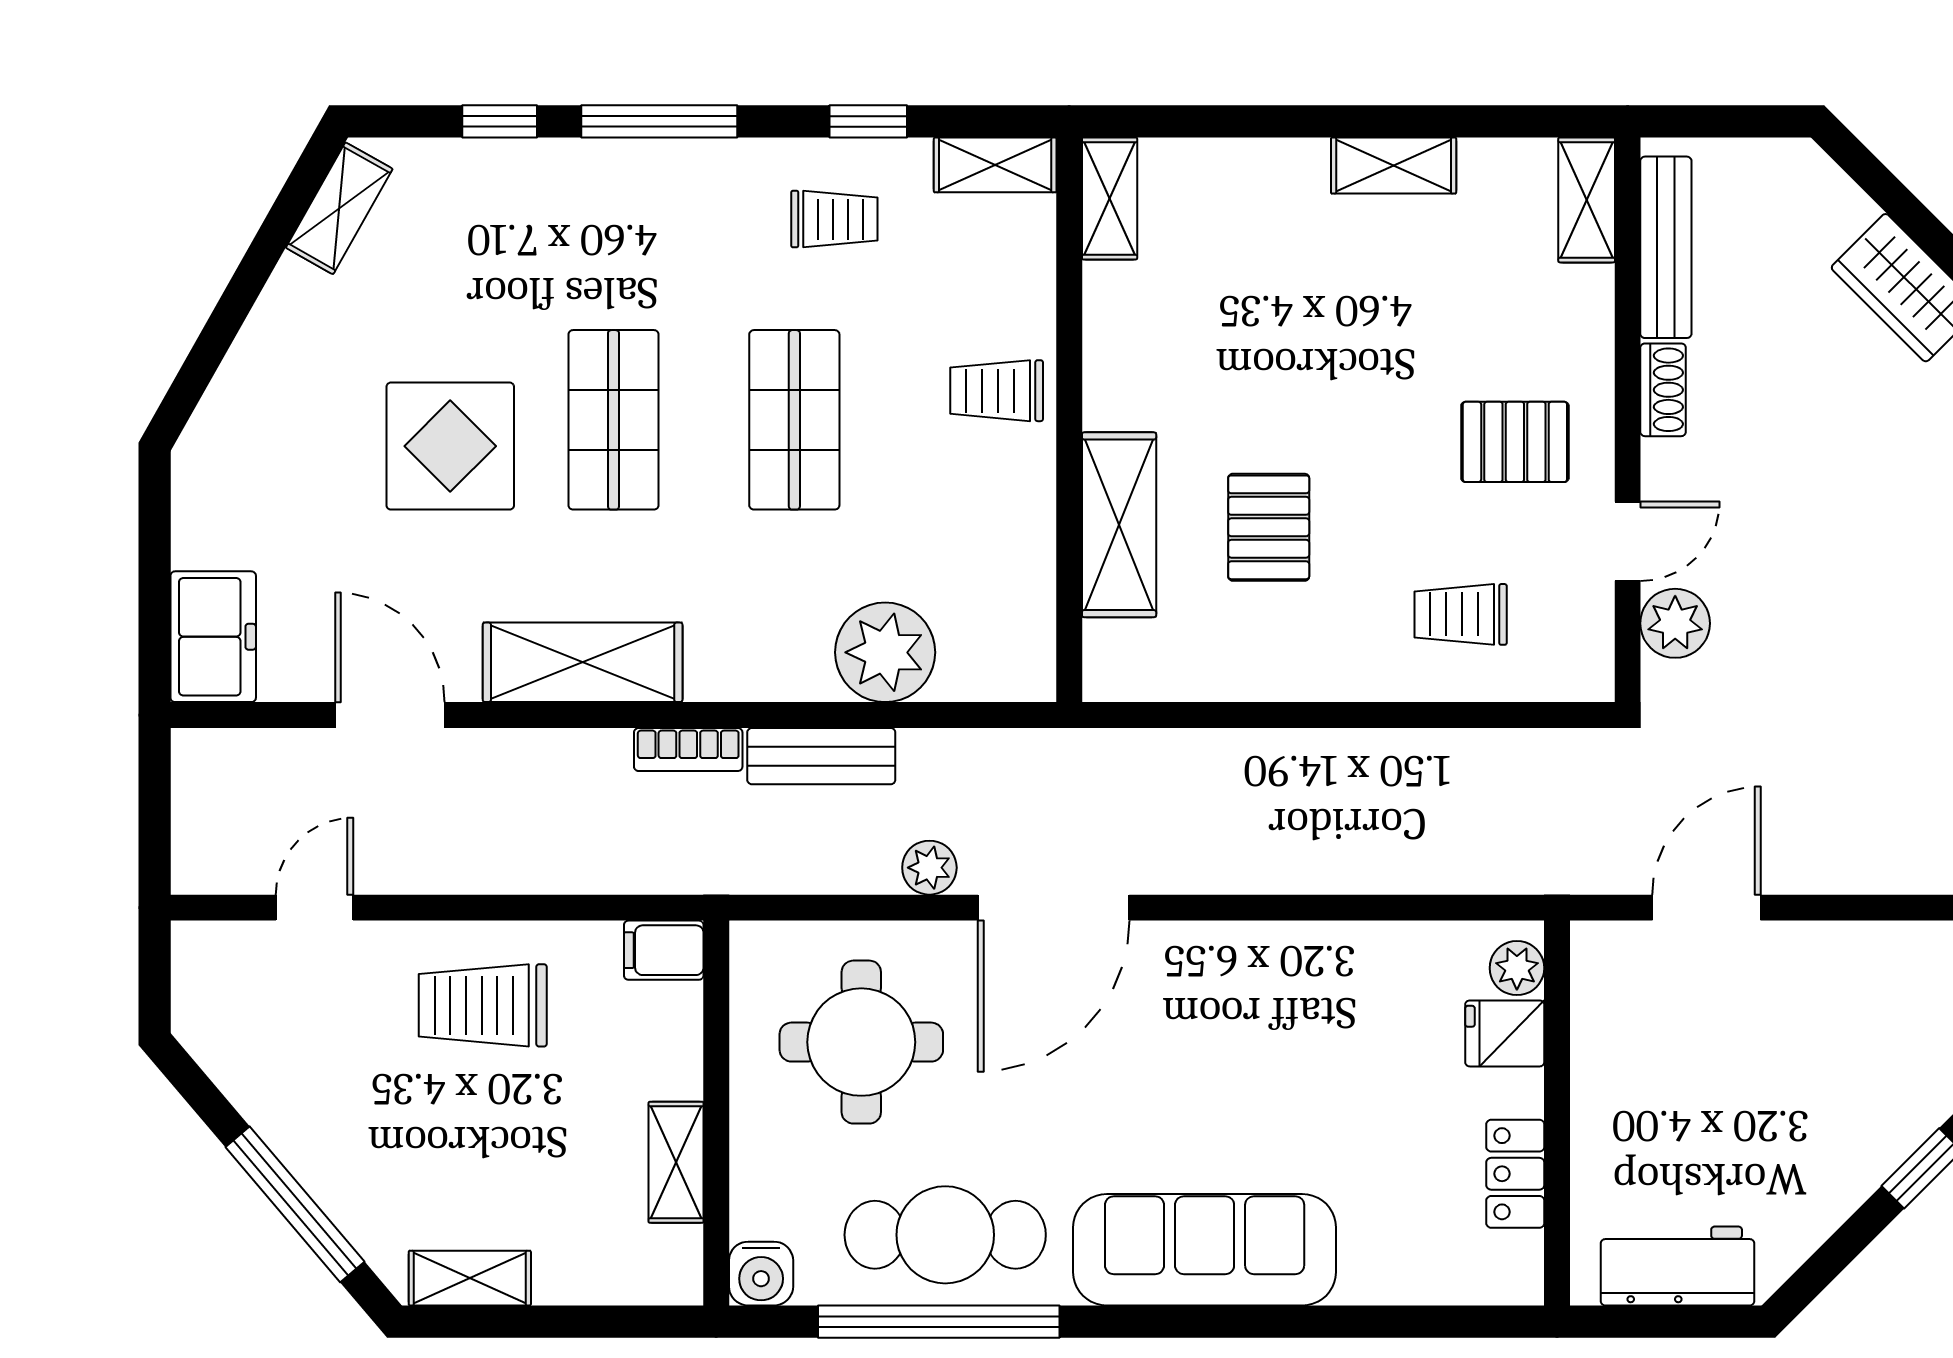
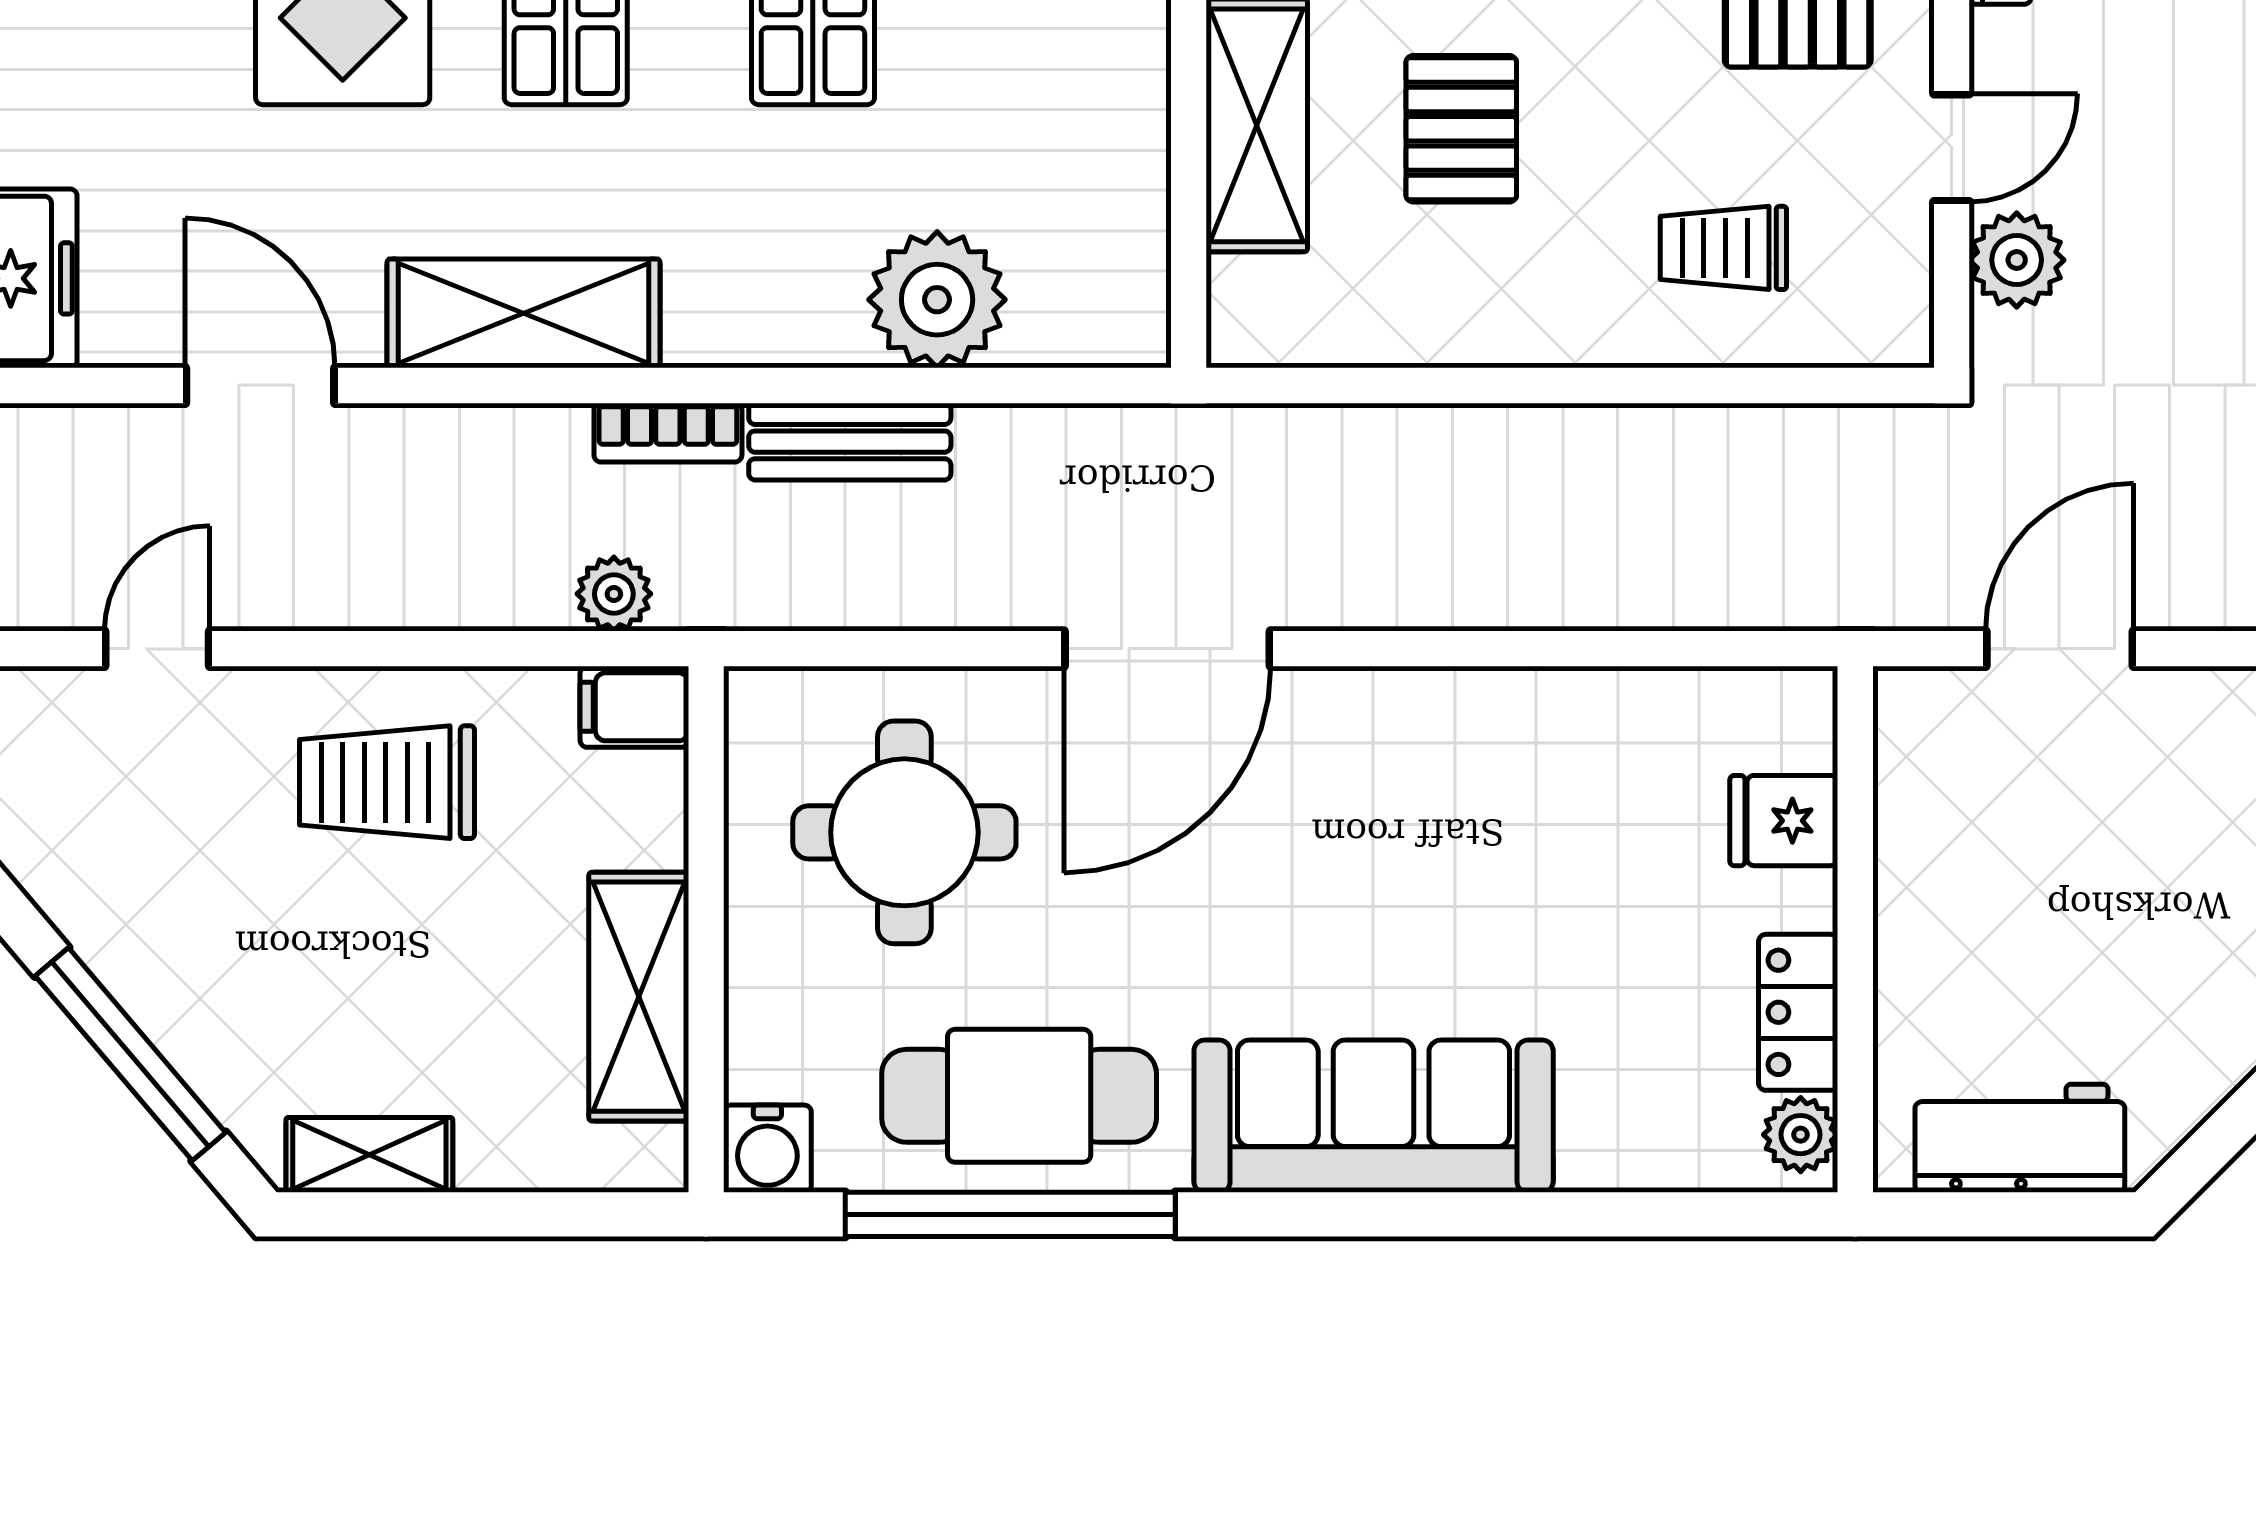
plant: (929, 868) -> (614, 594), moved
plant: (1517, 968) -> (1801, 1135), moved
shelving: (676, 1162) -> (639, 997), width x1.50, depth x1.33

